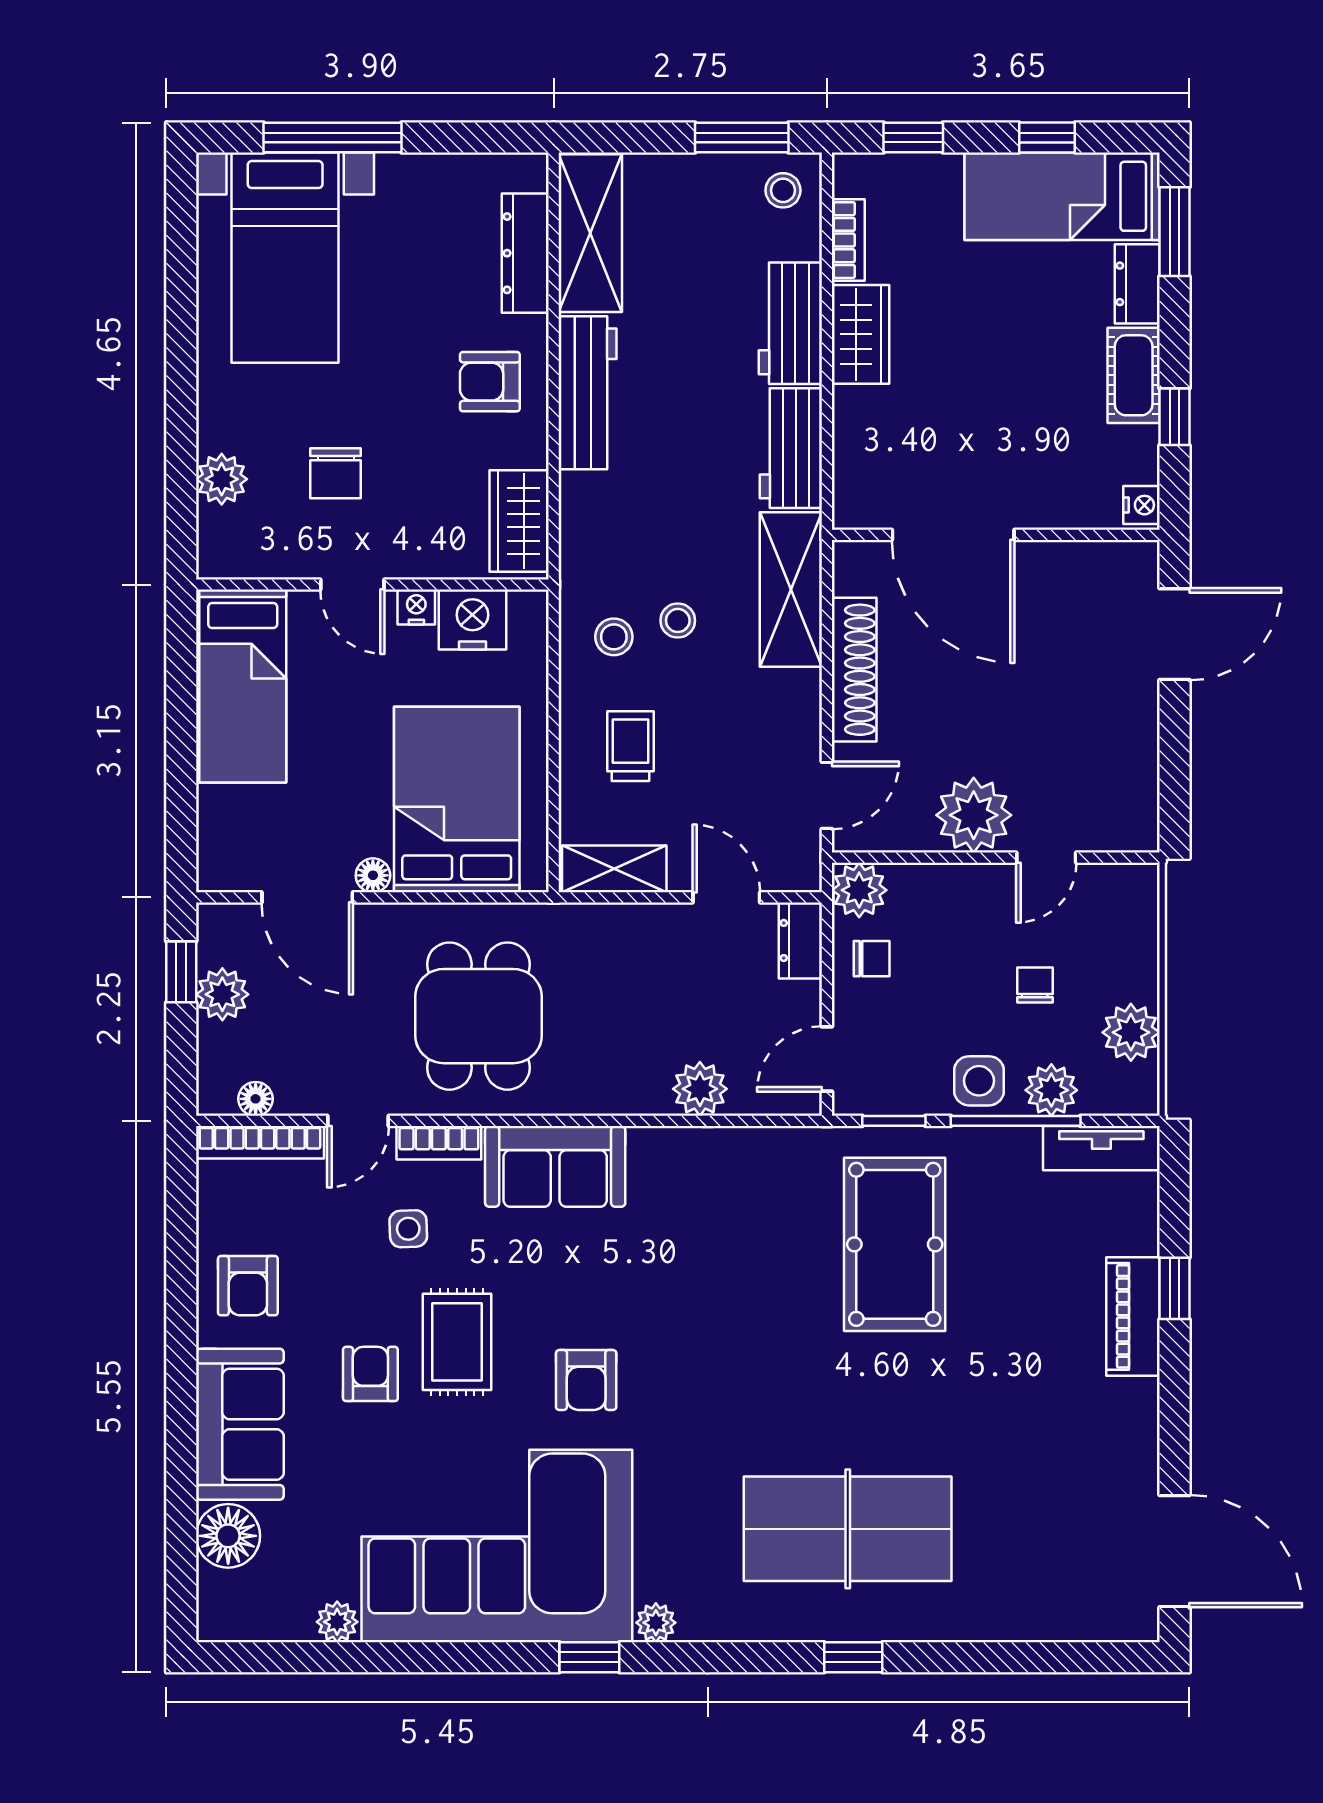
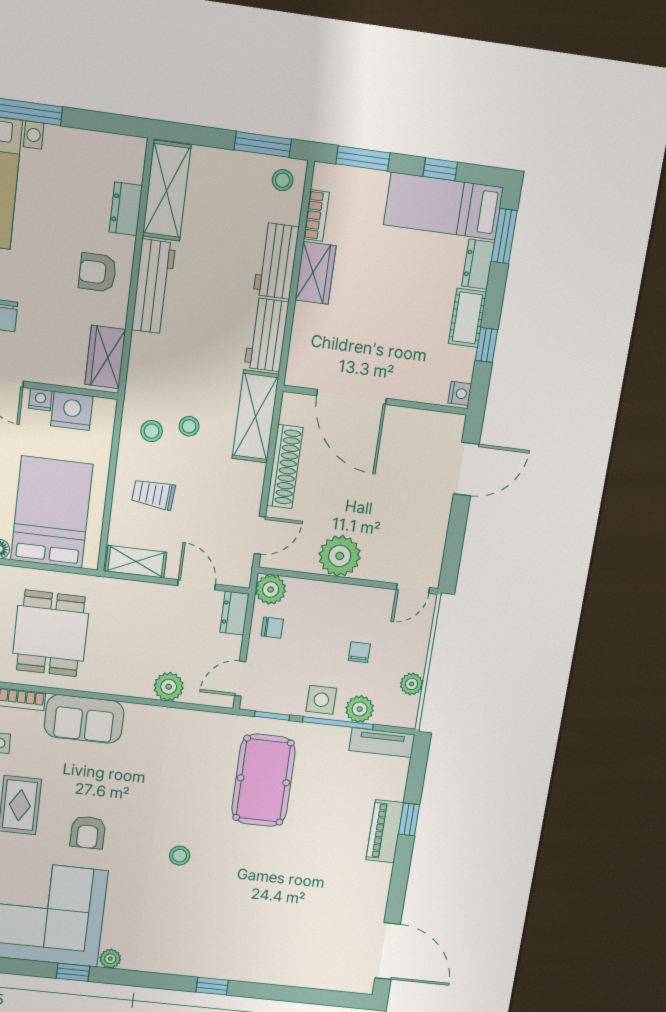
window: (913, 138) -> (363, 158), width x1.50
dresser: (525, 253) -> (126, 209), width x0.70
trolley: (631, 746) -> (153, 494), turned -86
door: (1046, 858) -> (413, 589), moved
plant: (1131, 1032) -> (412, 684), width x0.73, depth x0.73
stool: (760, 1406) -> (180, 856), added
table tennis table: (848, 1529) -> (218, 922), removed

